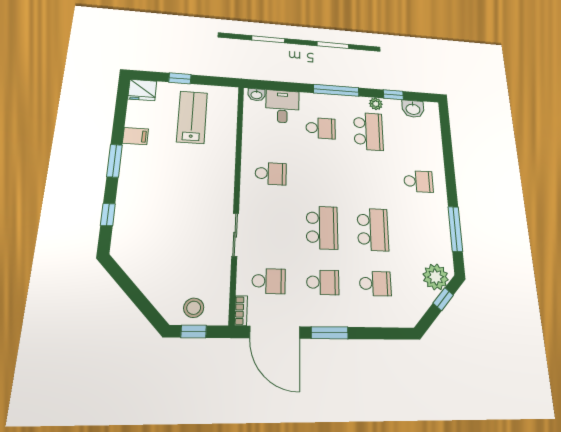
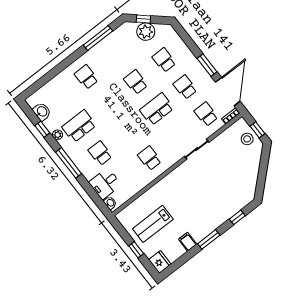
school desk: (373, 229) -> (136, 82), width x0.54
plant: (436, 277) -> (146, 32), moved

